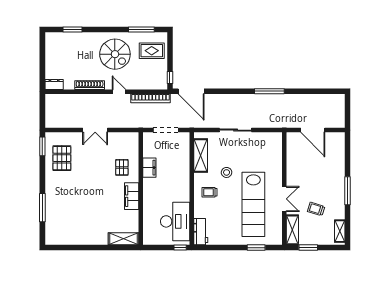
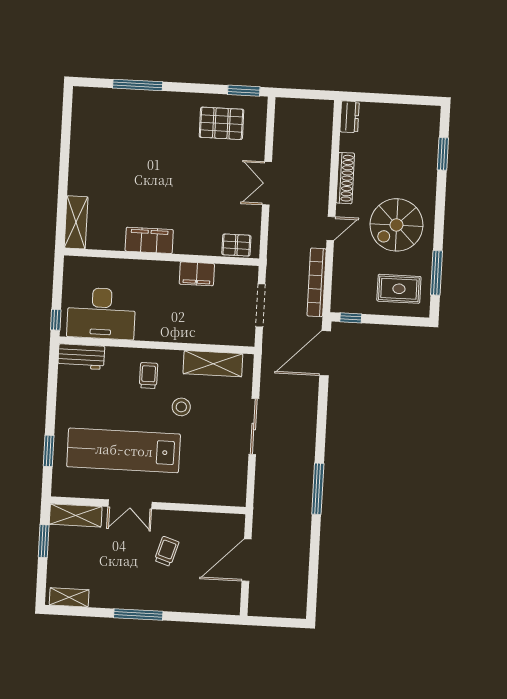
rug: (152, 51) -> (399, 289), turned 90
pallet: (122, 167) -> (236, 245), moved
trolley: (316, 209) -> (167, 551), moved

